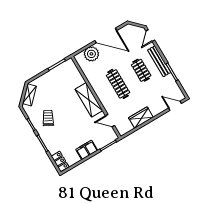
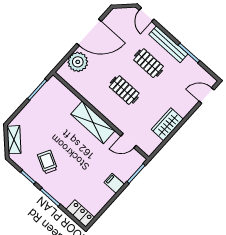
clothes rail: (118, 84) -> (124, 90), width x0.73
filing cabinet: (87, 150) -> (114, 183), width x0.50

